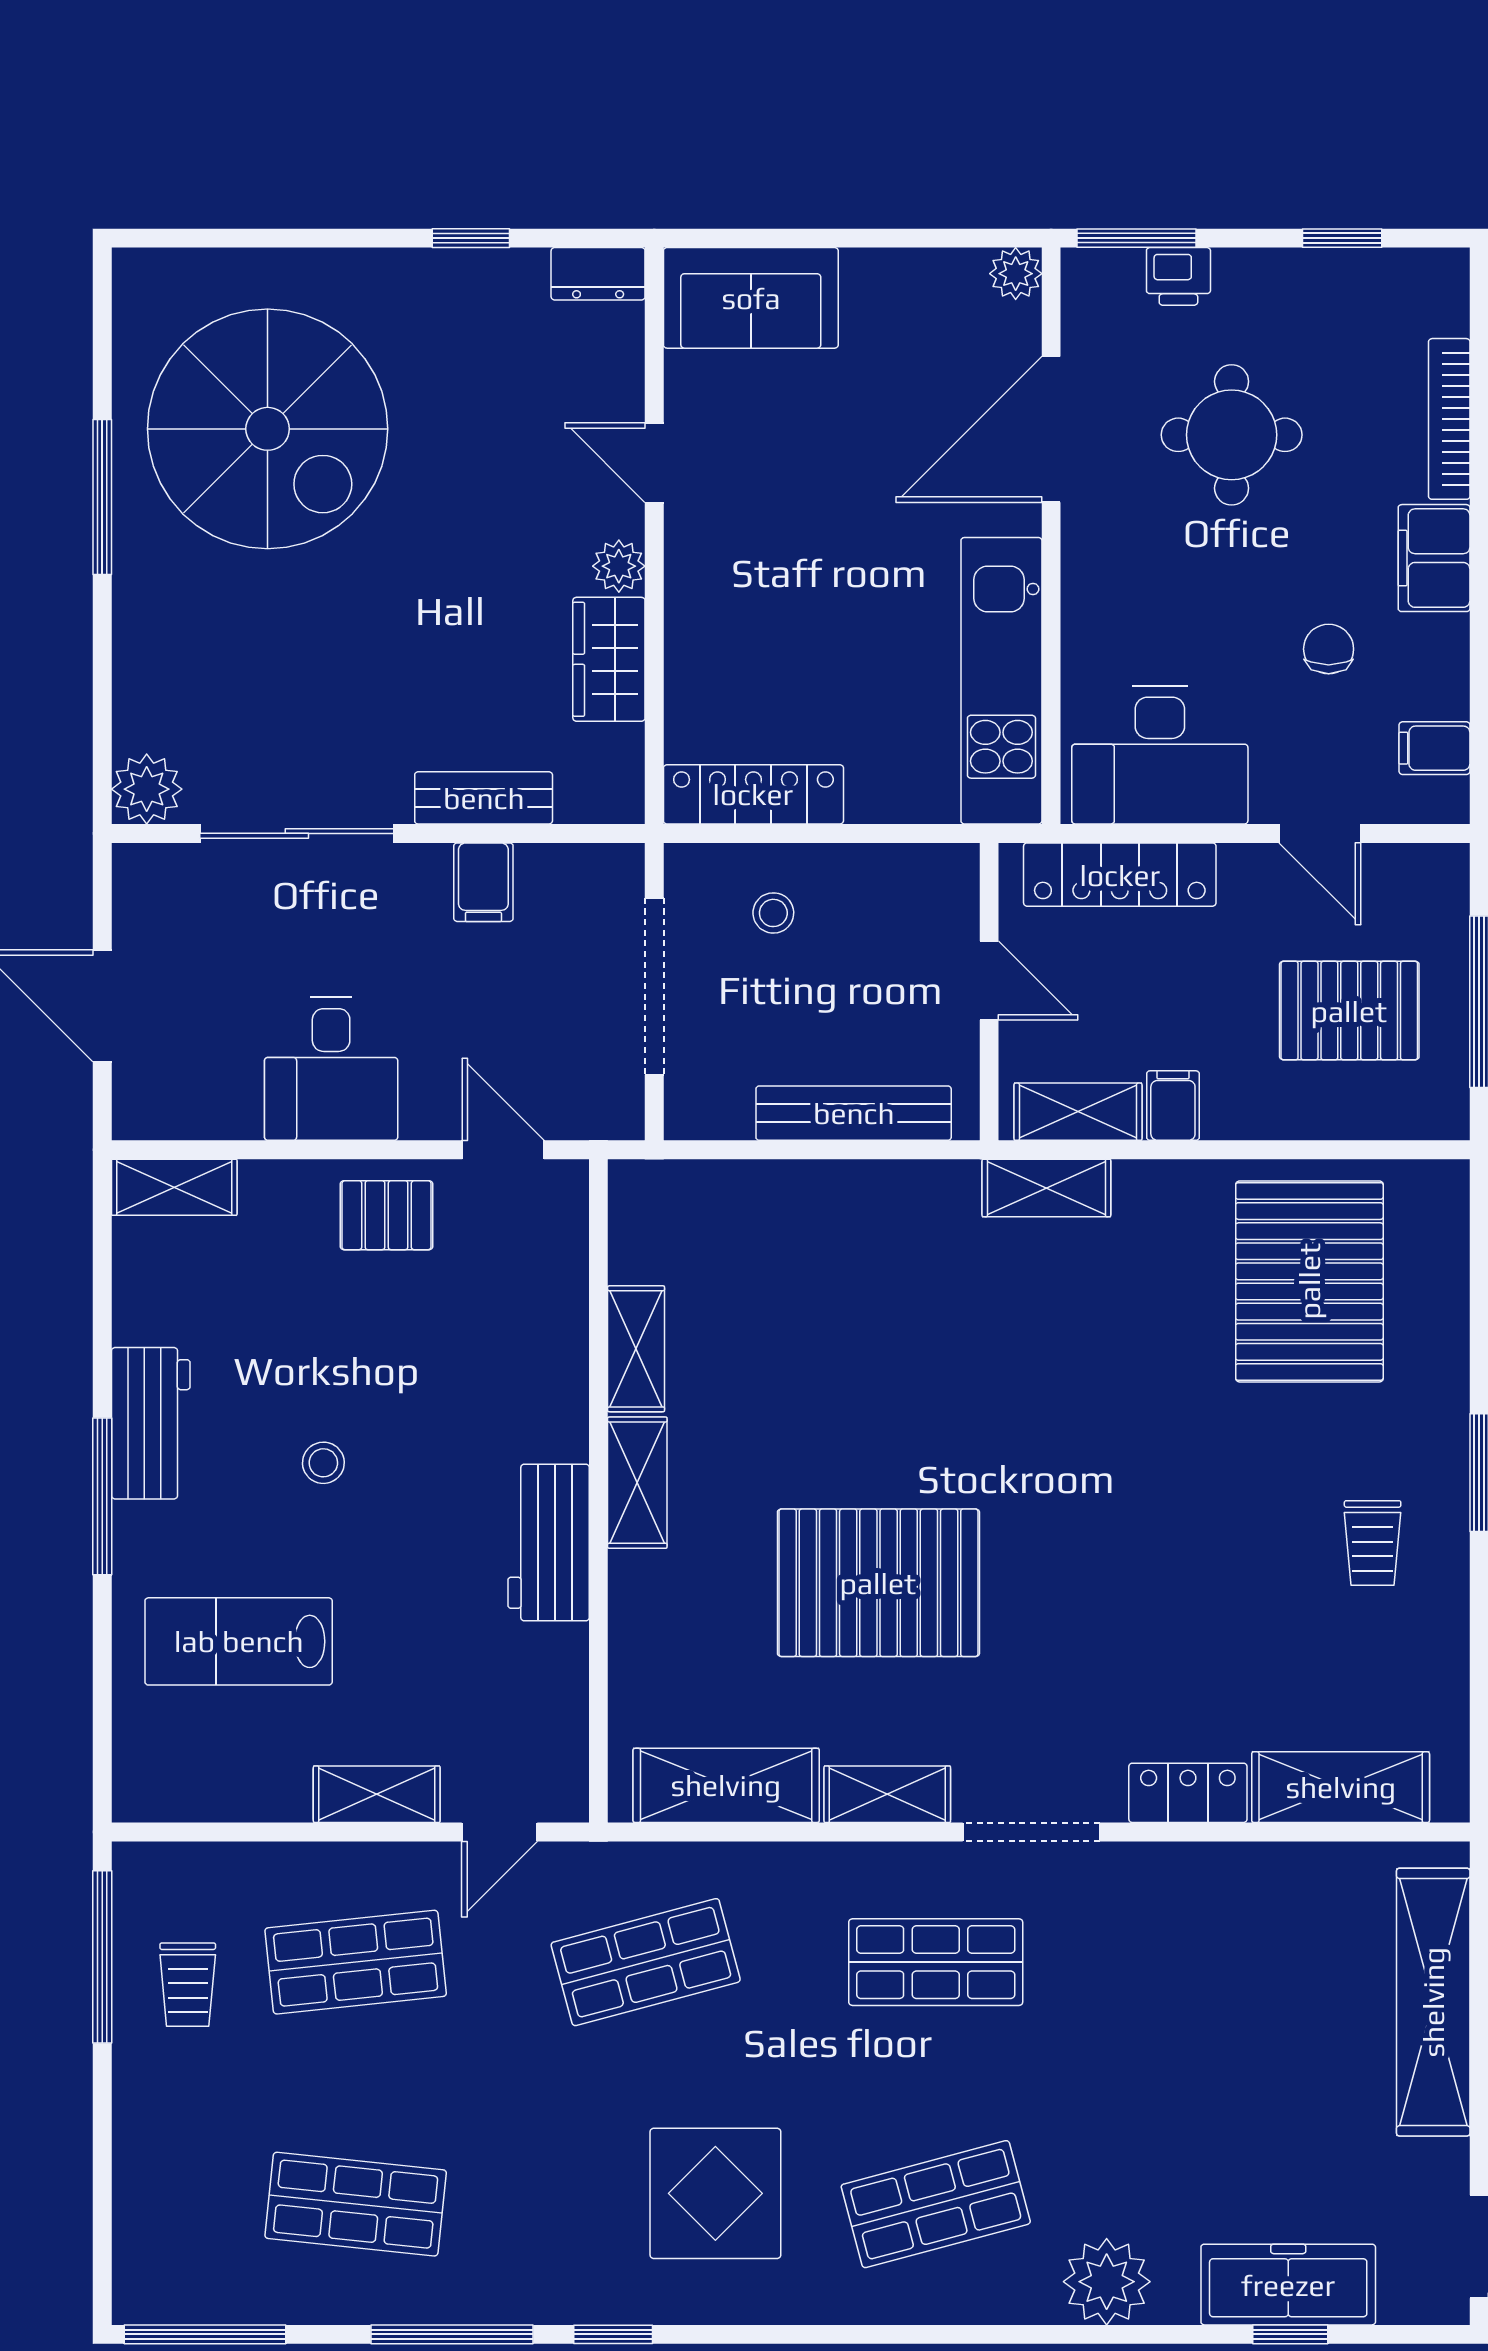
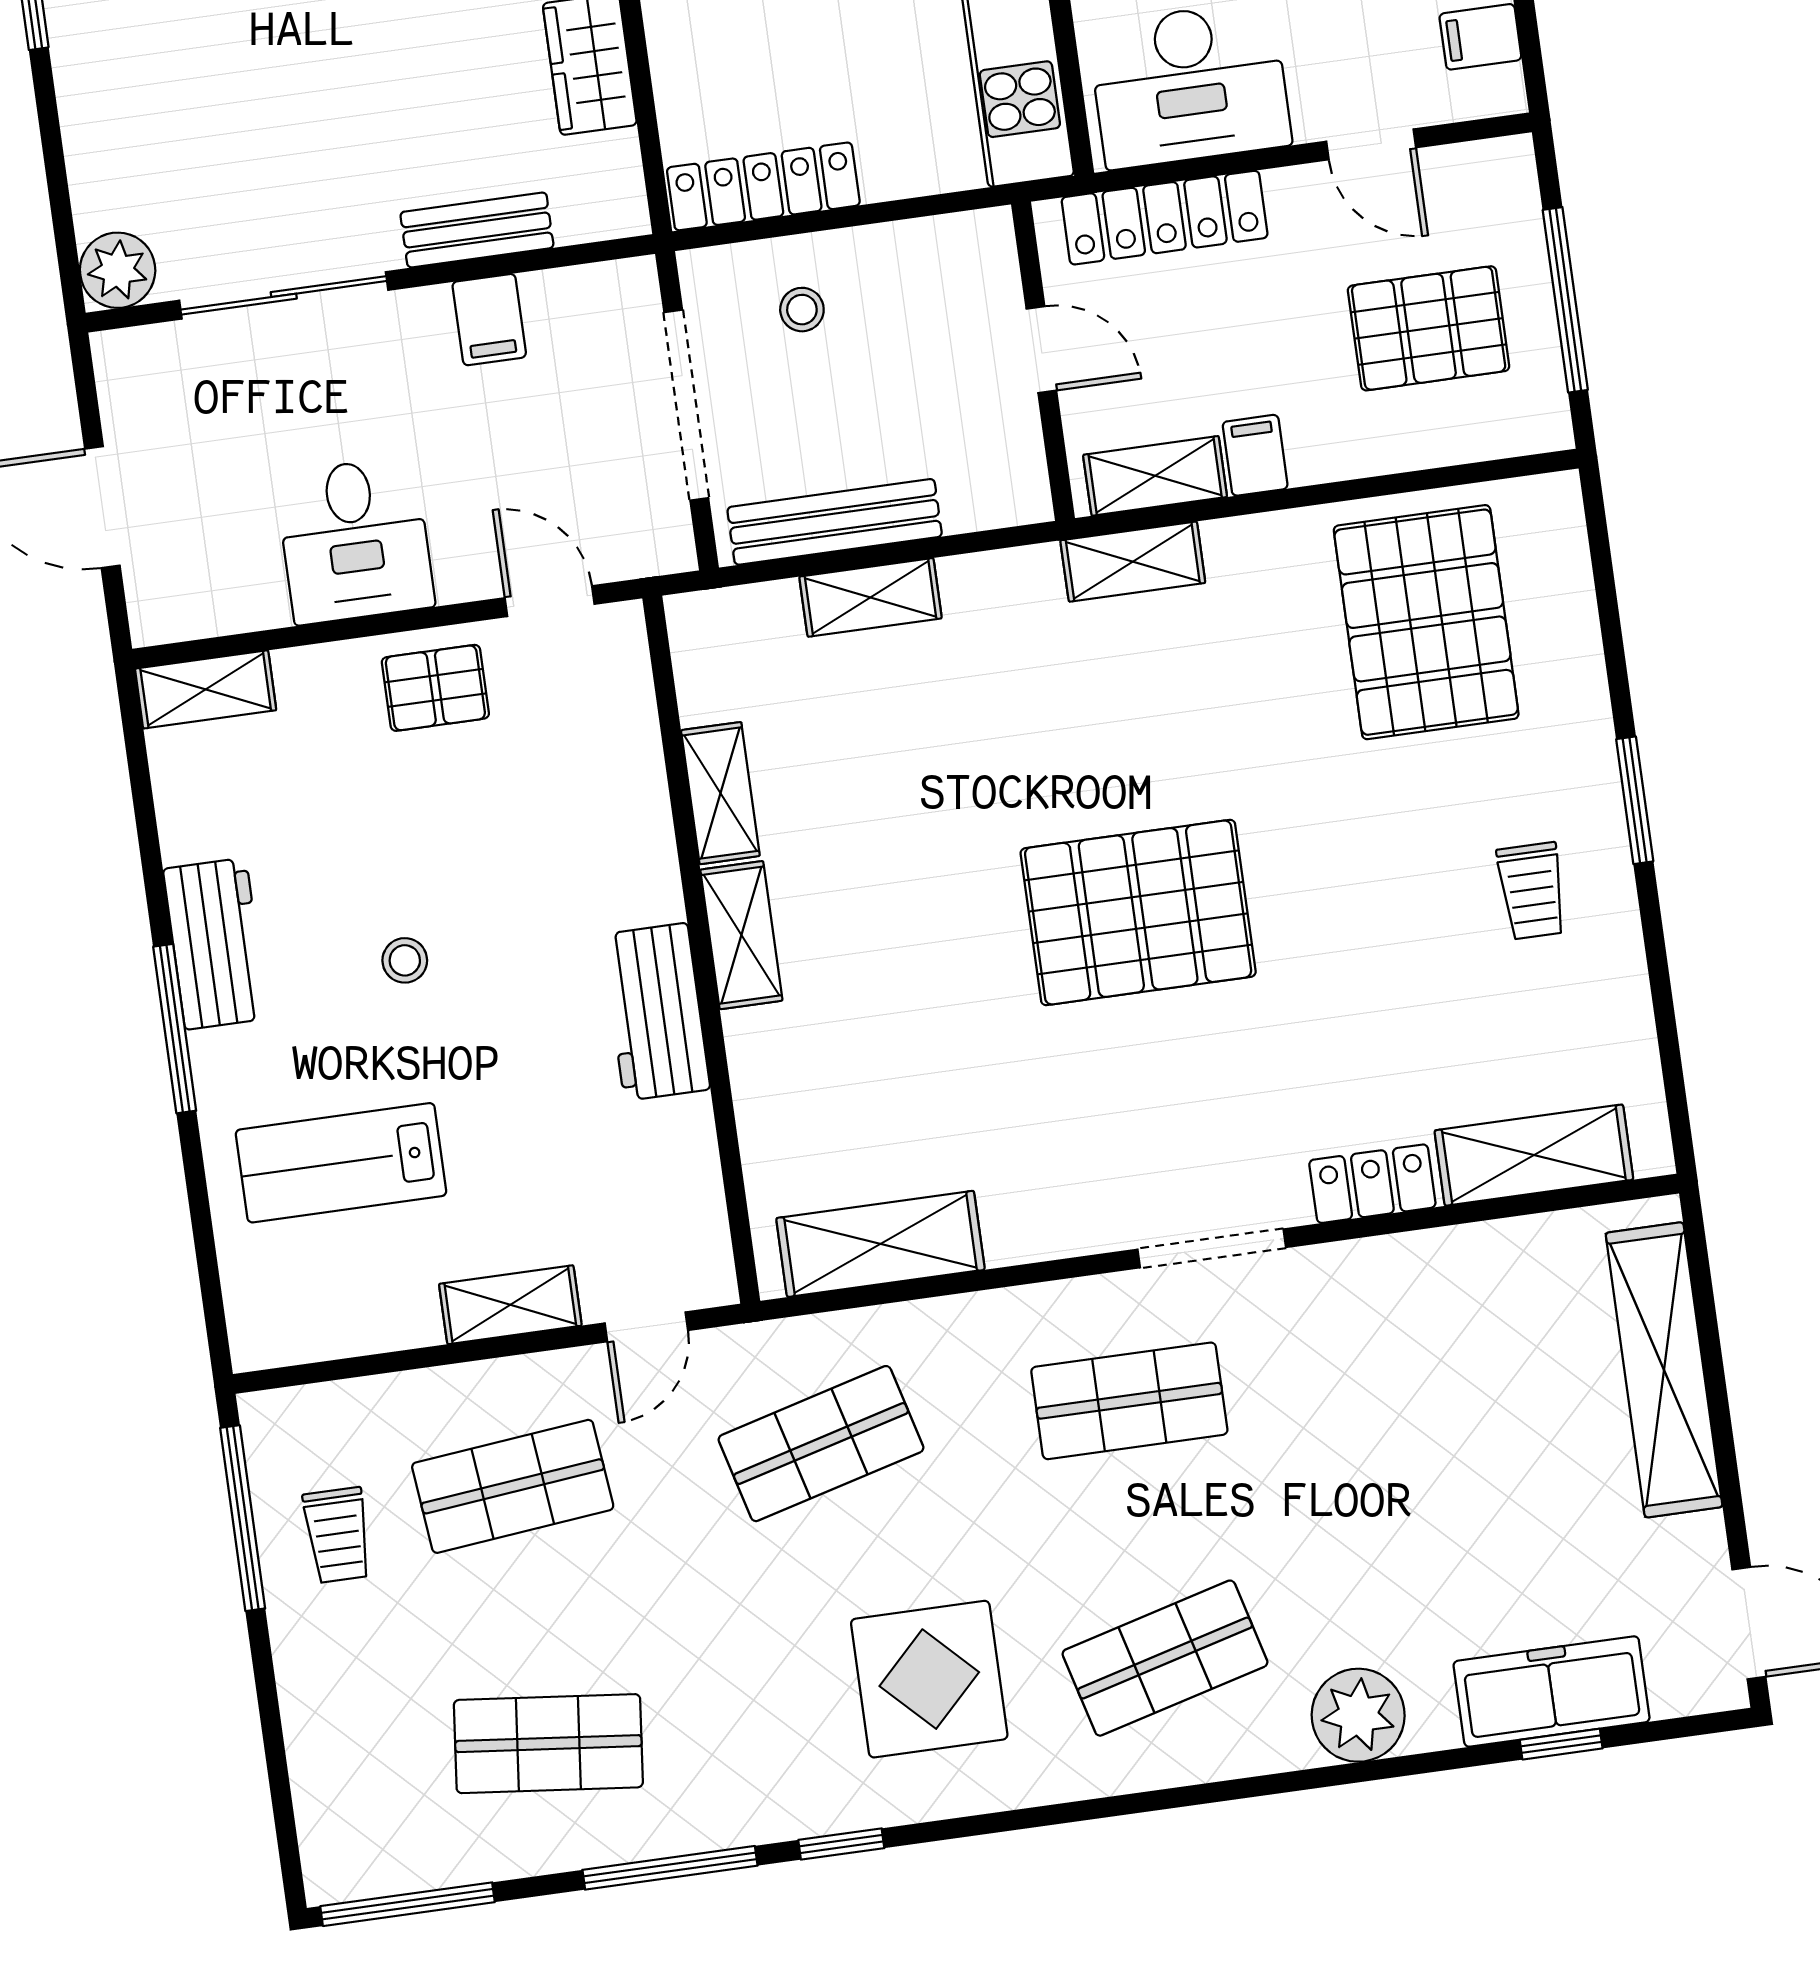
bench: (854, 1113) -> (835, 522), moved
pallet: (878, 1583) -> (1138, 912), moved
shelving: (887, 1794) -> (871, 597), moved

